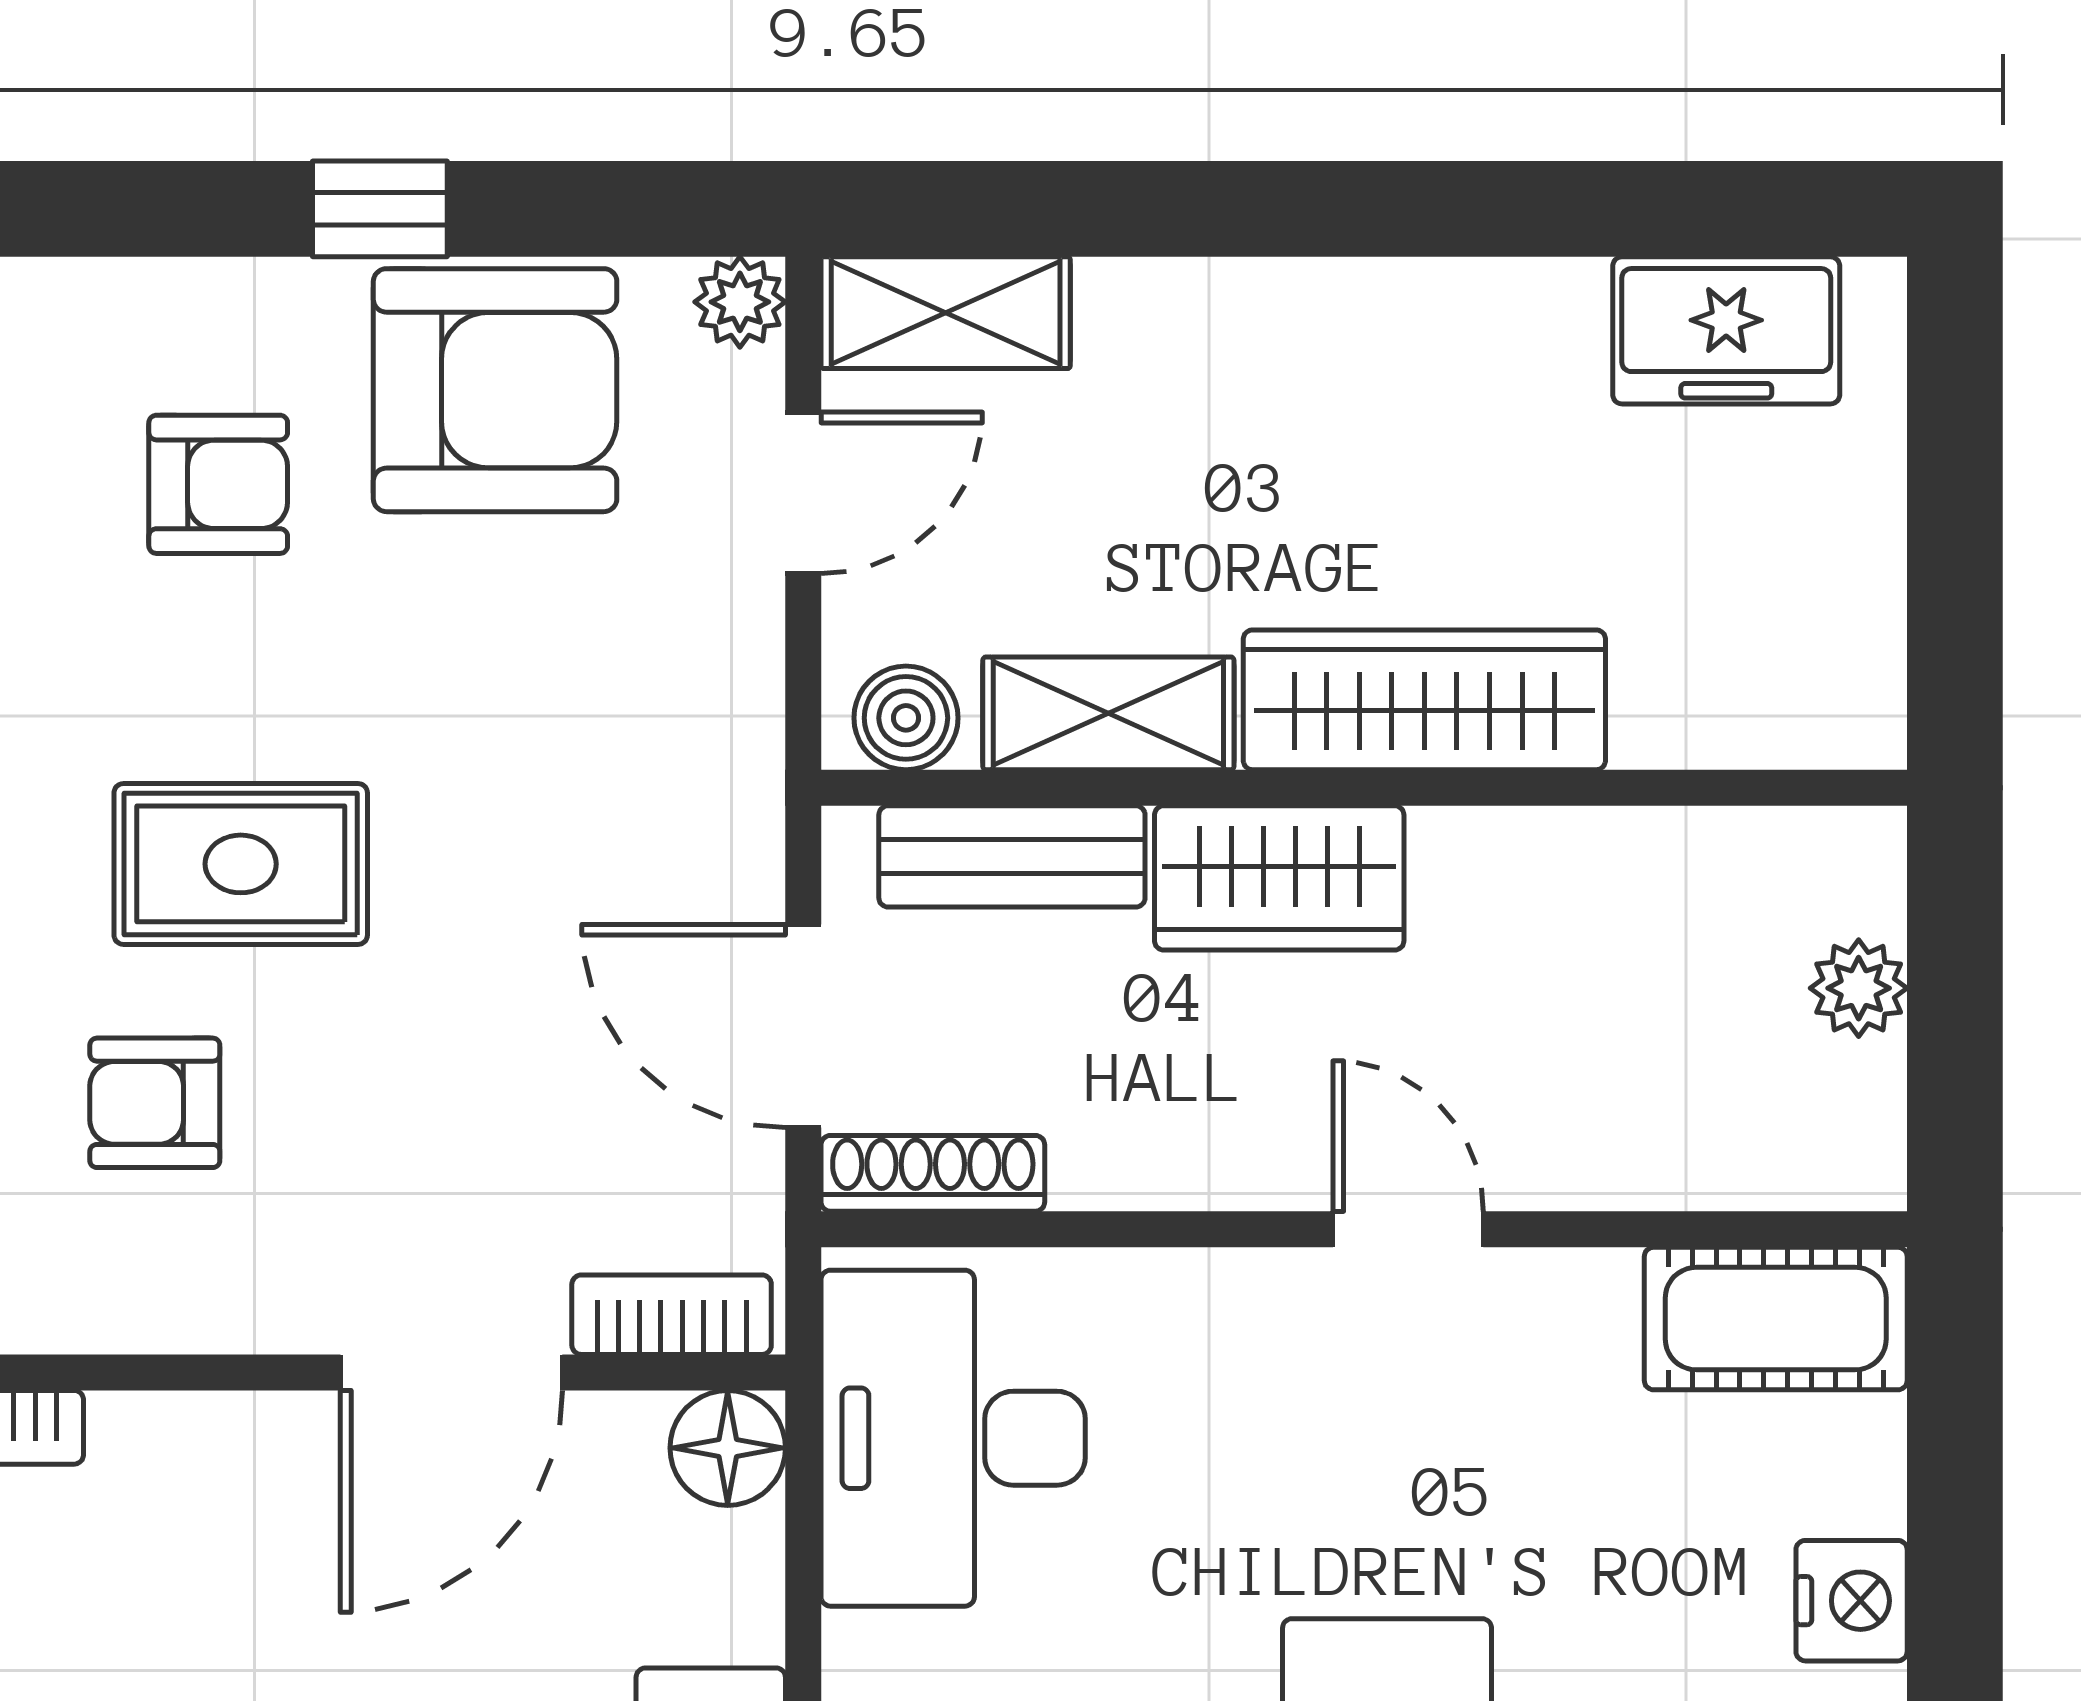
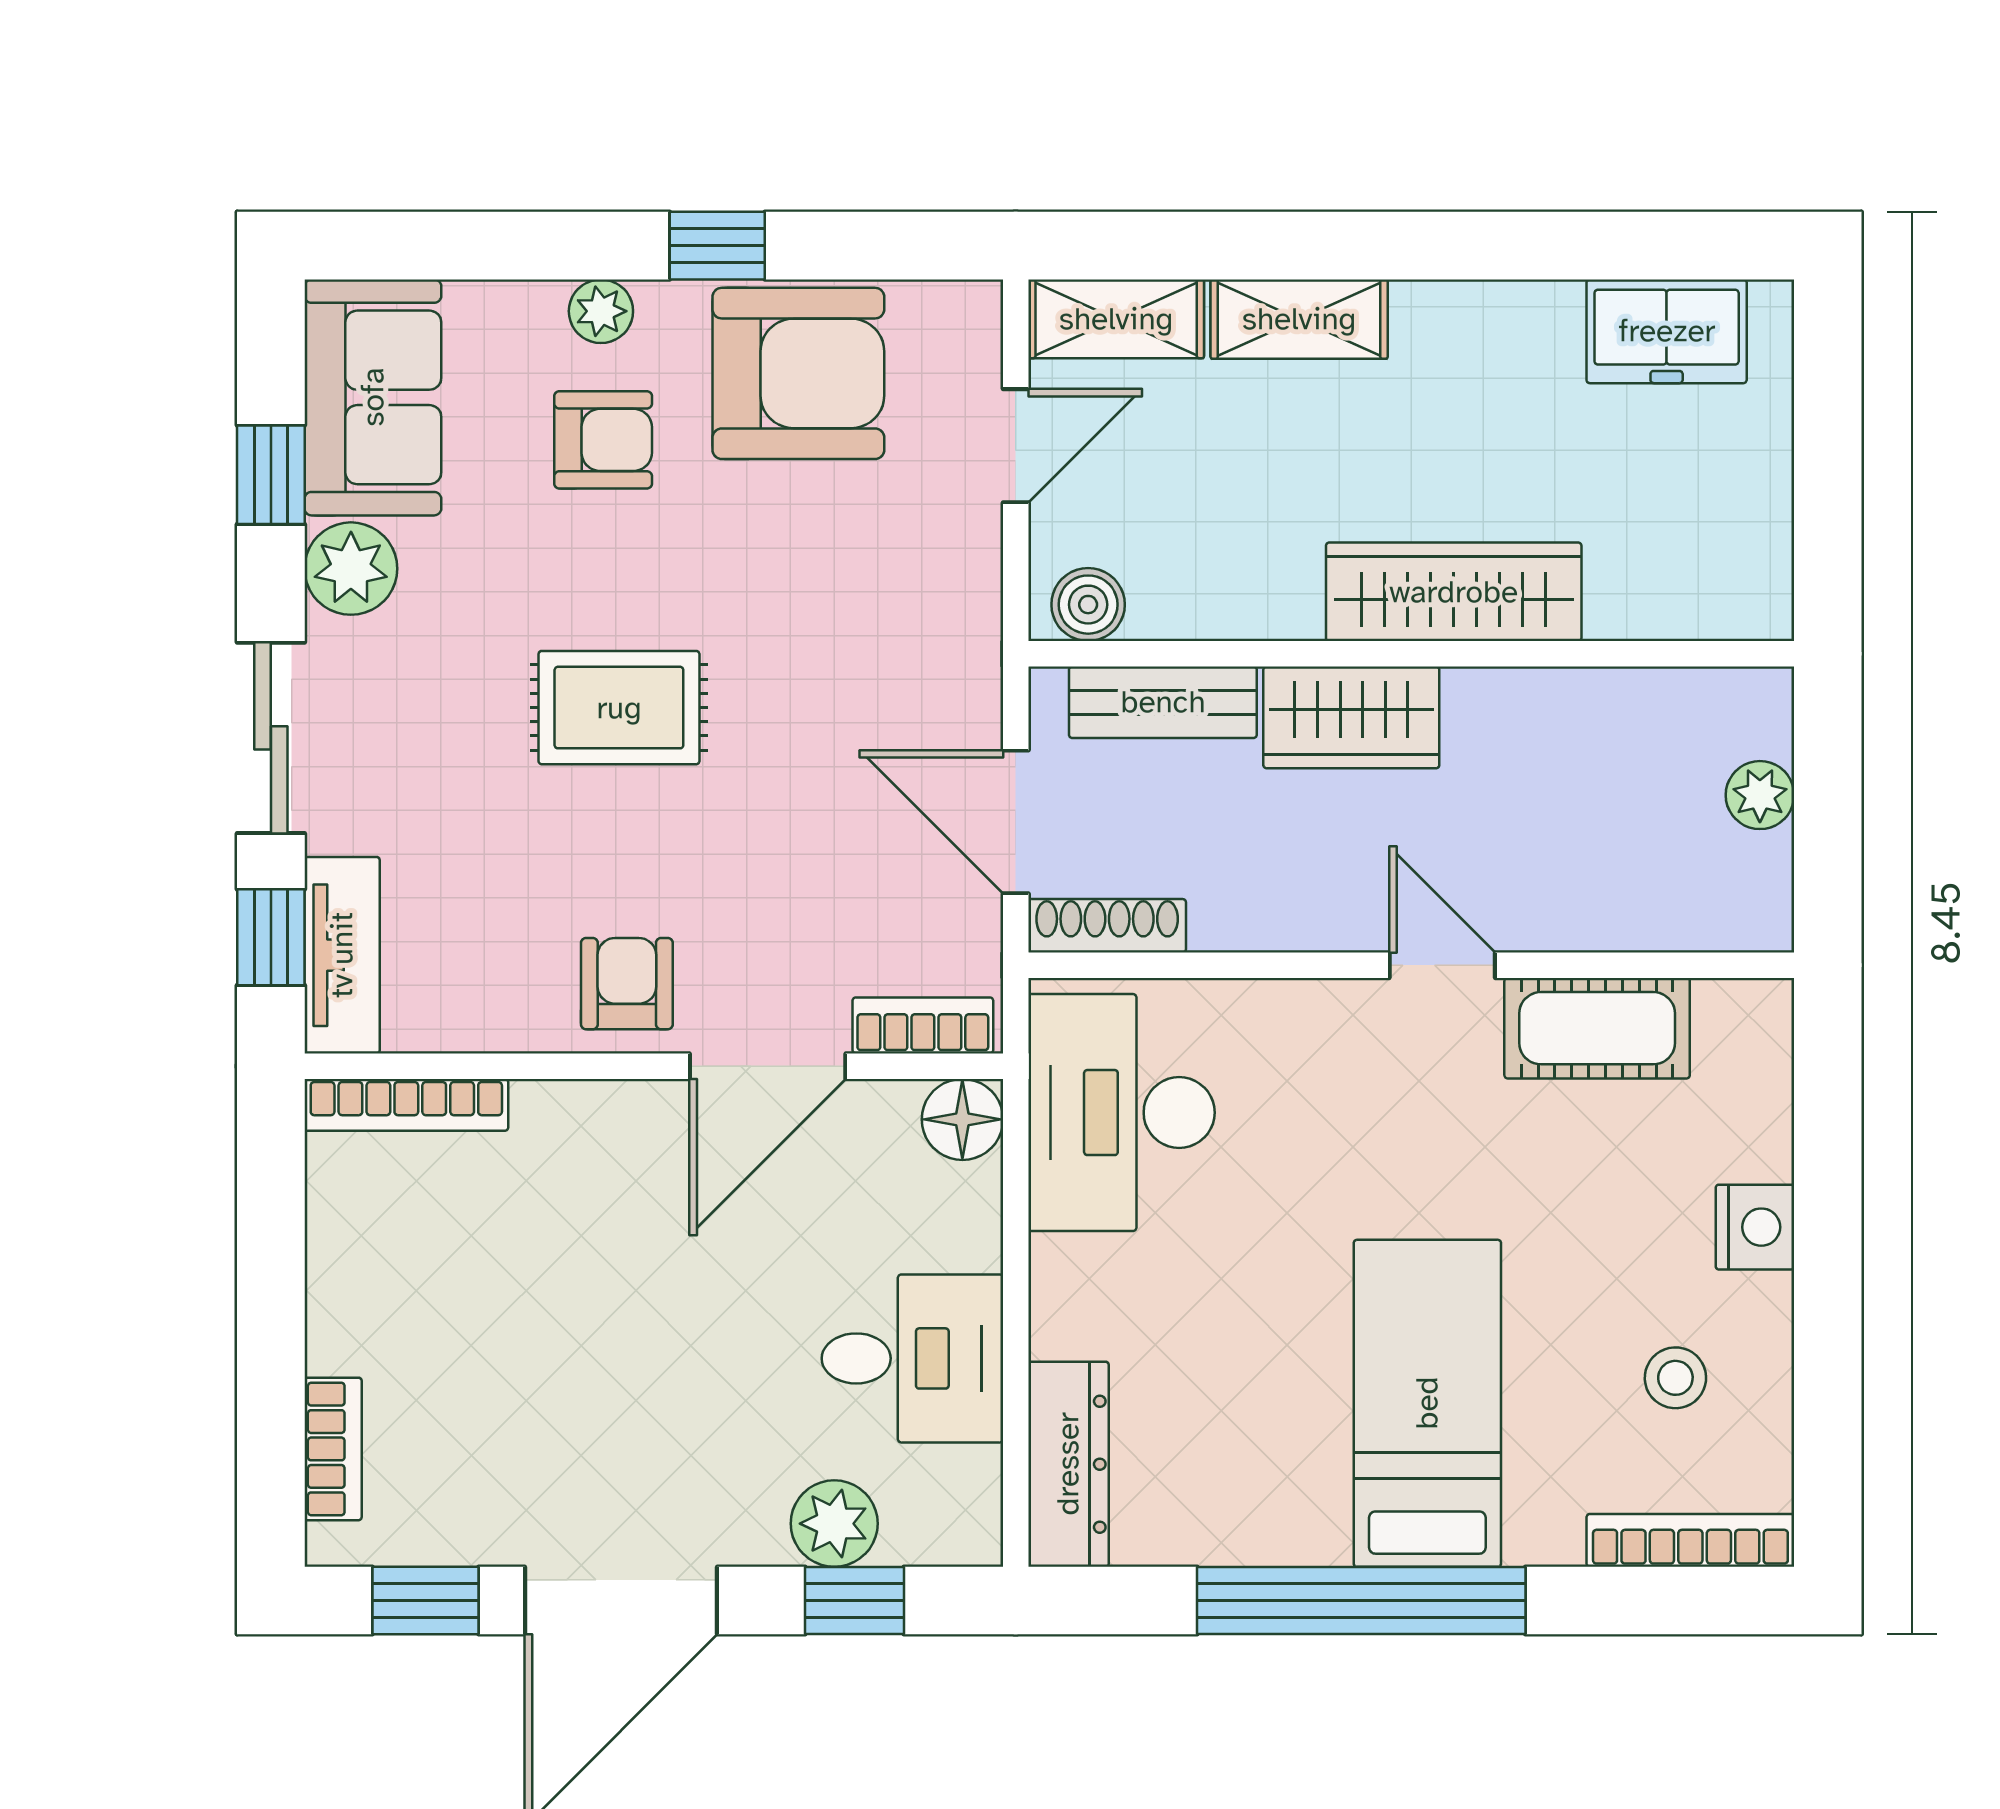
plant: (740, 302) -> (601, 311), moved
shelving: (1108, 713) -> (1299, 319), moved
armchair: (155, 1103) -> (627, 984), moved, turned 90
cot: (1776, 1319) -> (1597, 1028), moved

